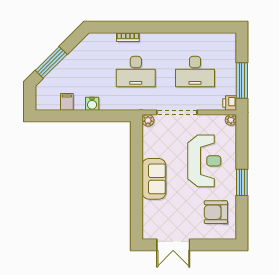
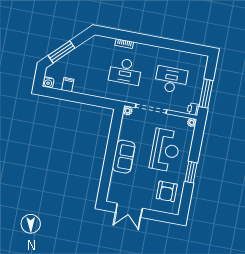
desk: (195, 71) -> (171, 80), turned 180
water cooler: (92, 104) -> (48, 82), moved
armchair: (216, 212) -> (167, 191), turned -90

